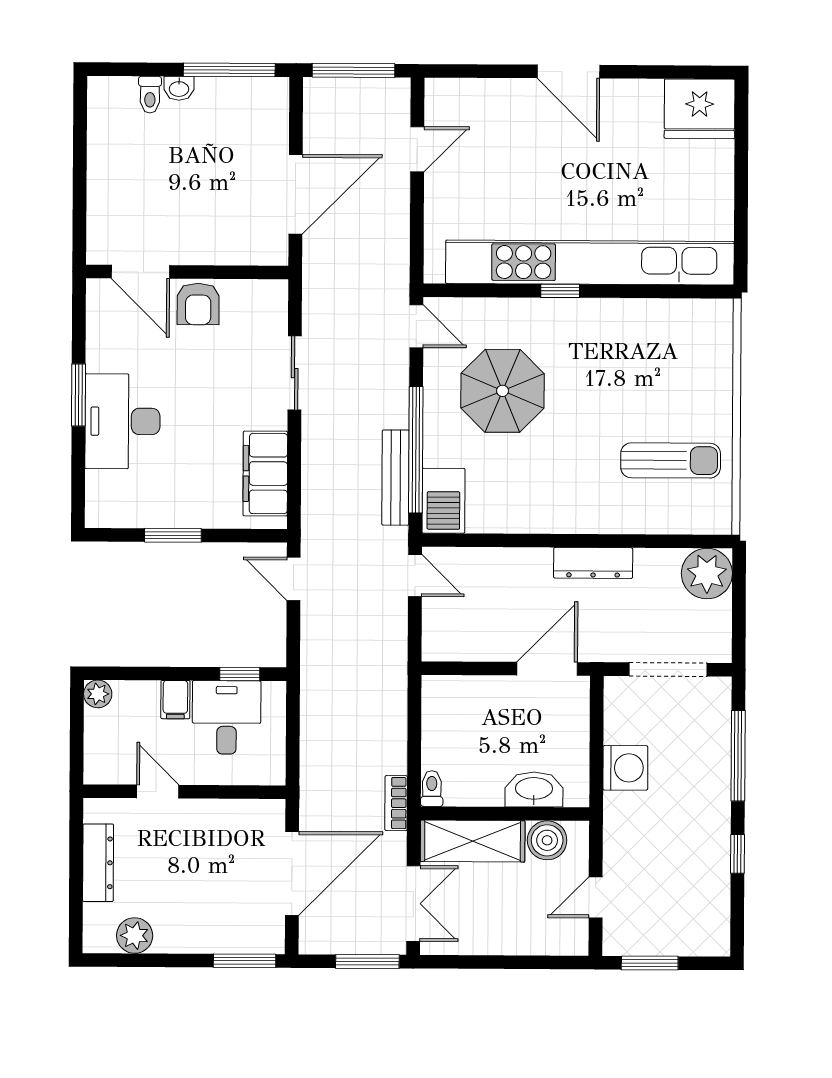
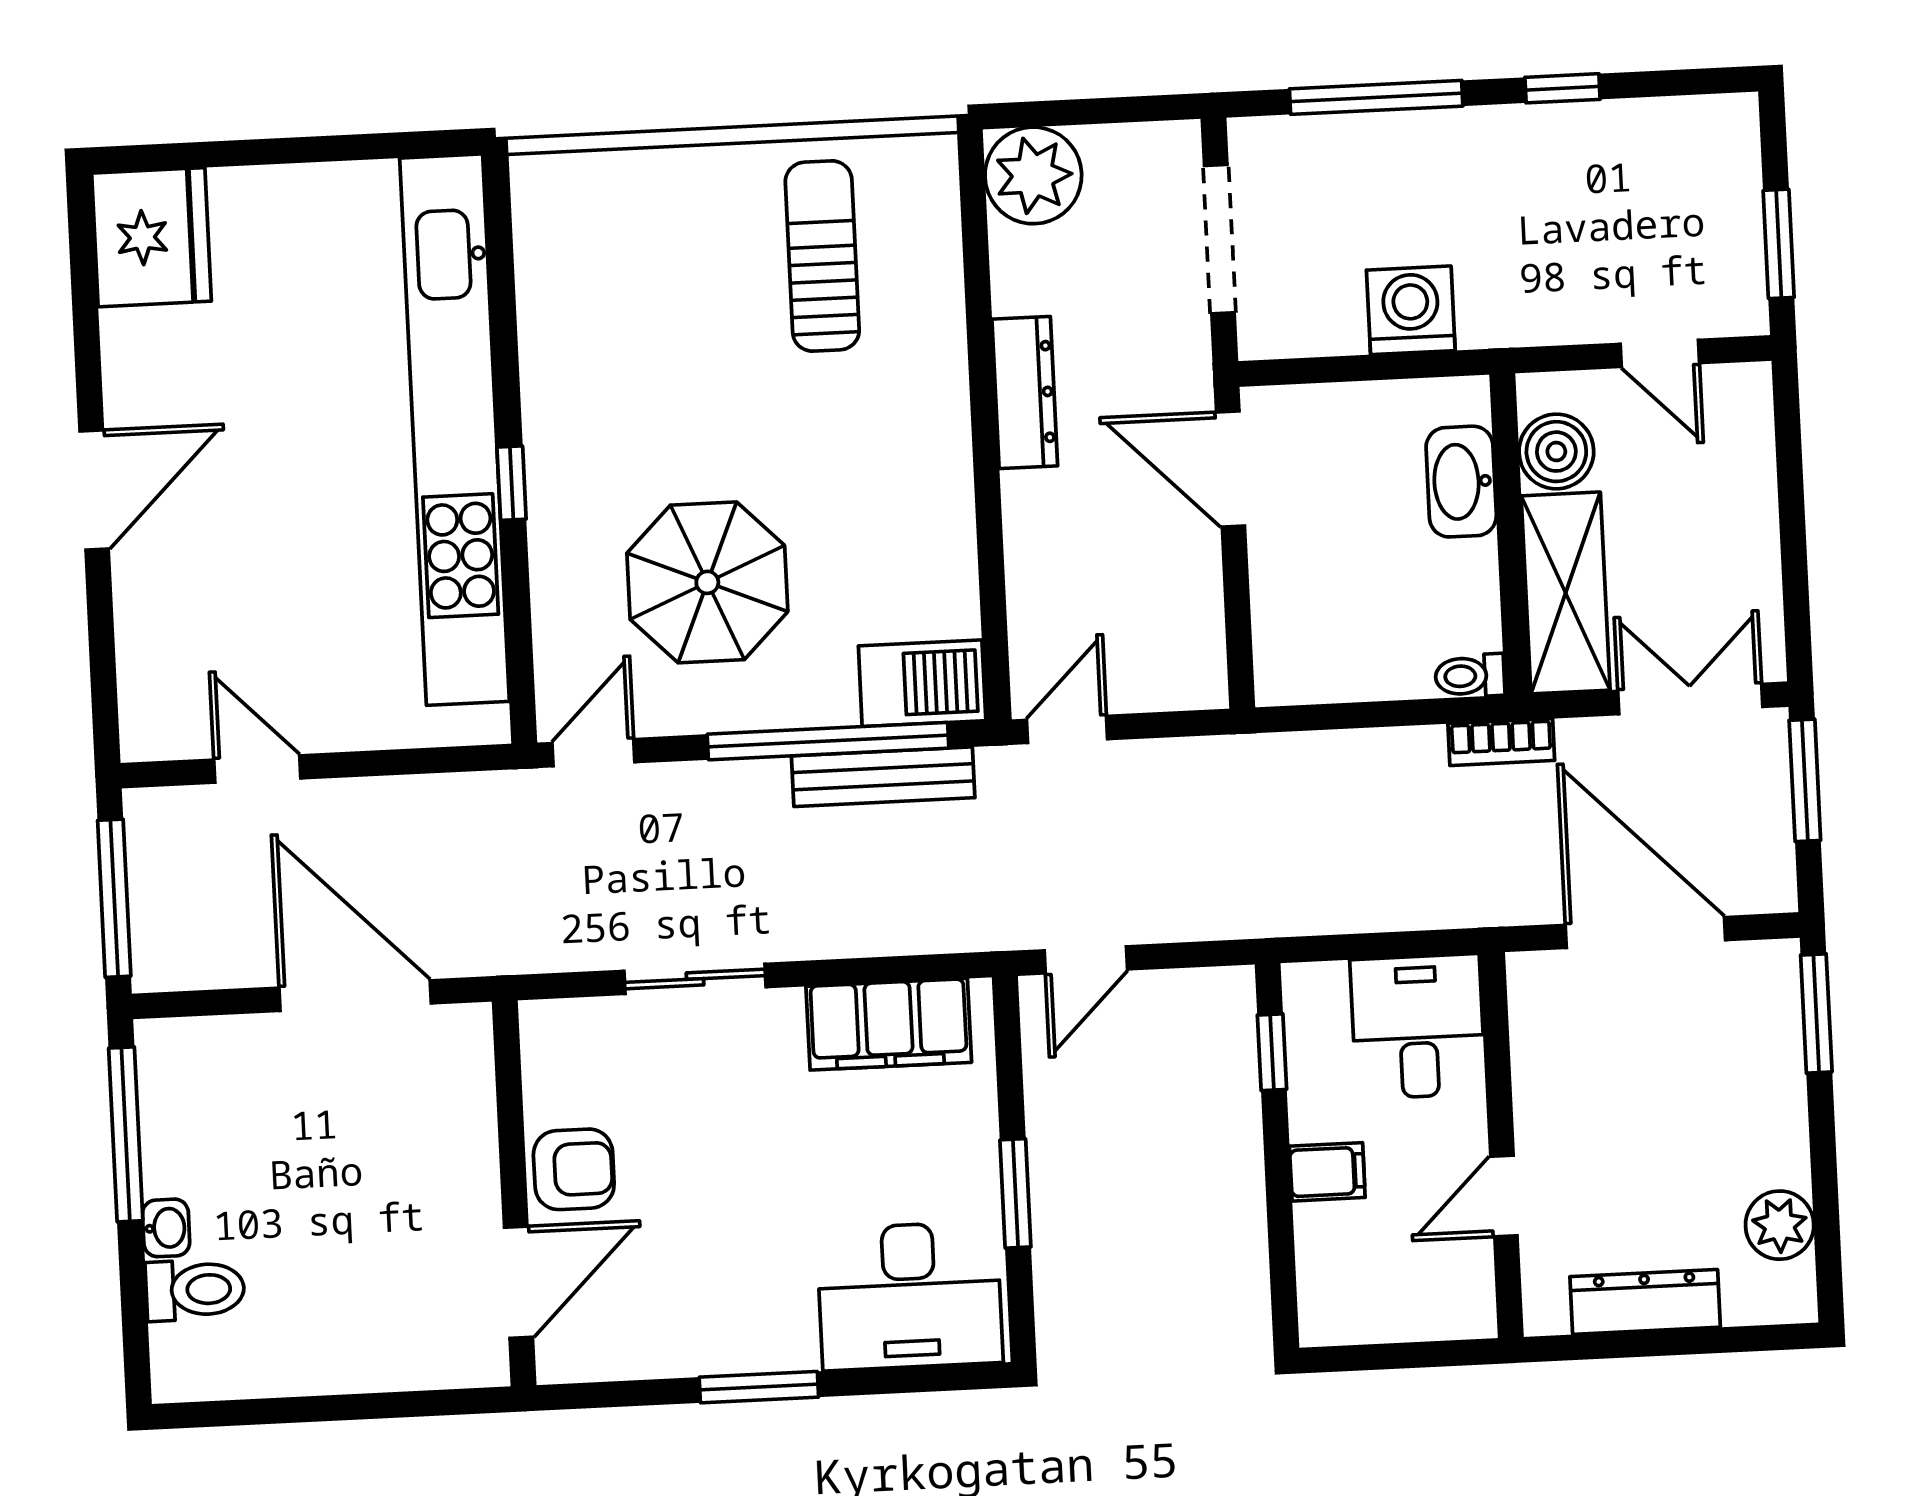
toilet: (150, 95) -> (195, 1290), width x1.37, depth x1.39
desk: (122, 421) -> (910, 1296), moved
plant: (98, 694) -> (1325, 1320), removed
desk: (227, 717) -> (1418, 1027), moved, turned 90

